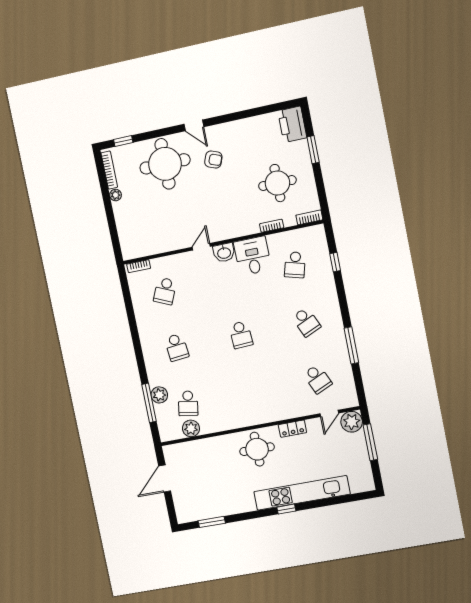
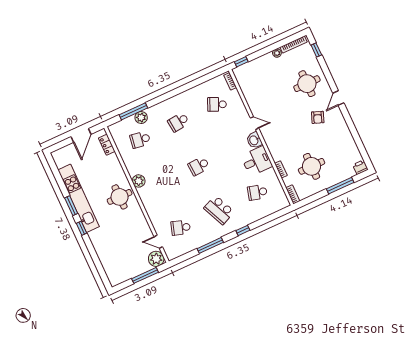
printer: (292, 124) -> (360, 167), width x0.53, depth x0.68
window: (313, 150) -> (340, 186), width x1.44
round table: (165, 164) -> (307, 84), width x0.73, depth x0.73
window: (116, 245) -> (241, 62), added
window: (335, 262) -> (243, 230), moved
school desk: (306, 322) -> (219, 210), width x1.85
school desk: (318, 379) -> (181, 228), turned 42
plant: (191, 428) -> (139, 181), moved
locker: (292, 429) -> (107, 145), moved
door: (165, 479) -> (81, 135), swing flipped
kitchen unit: (302, 493) -> (79, 198), moved
window: (212, 522) -> (71, 206), moved

